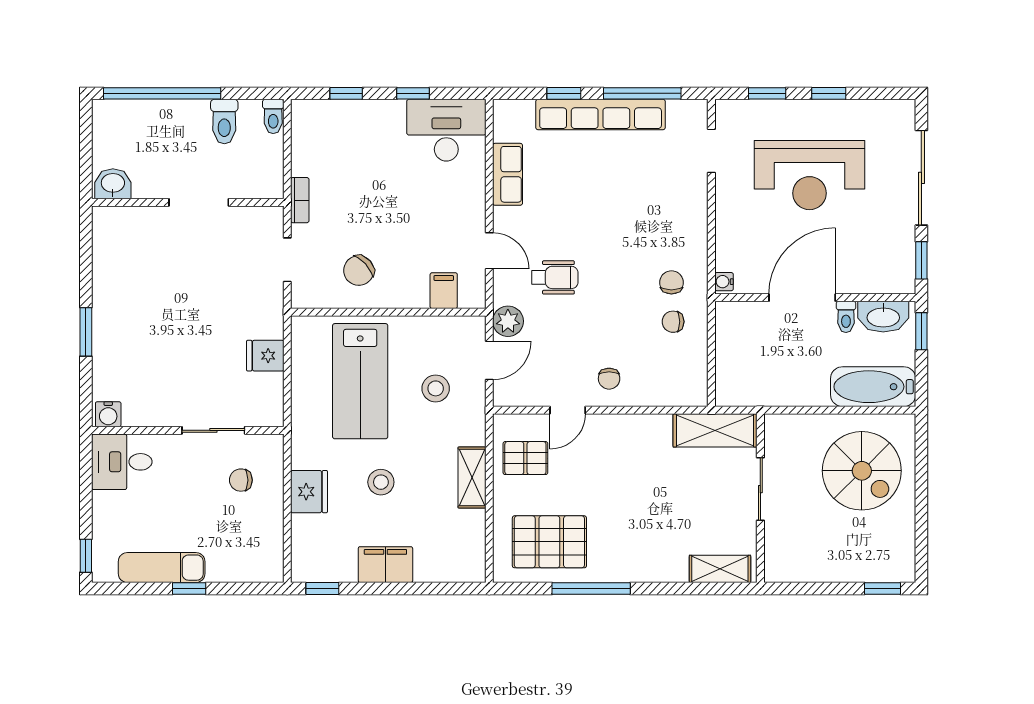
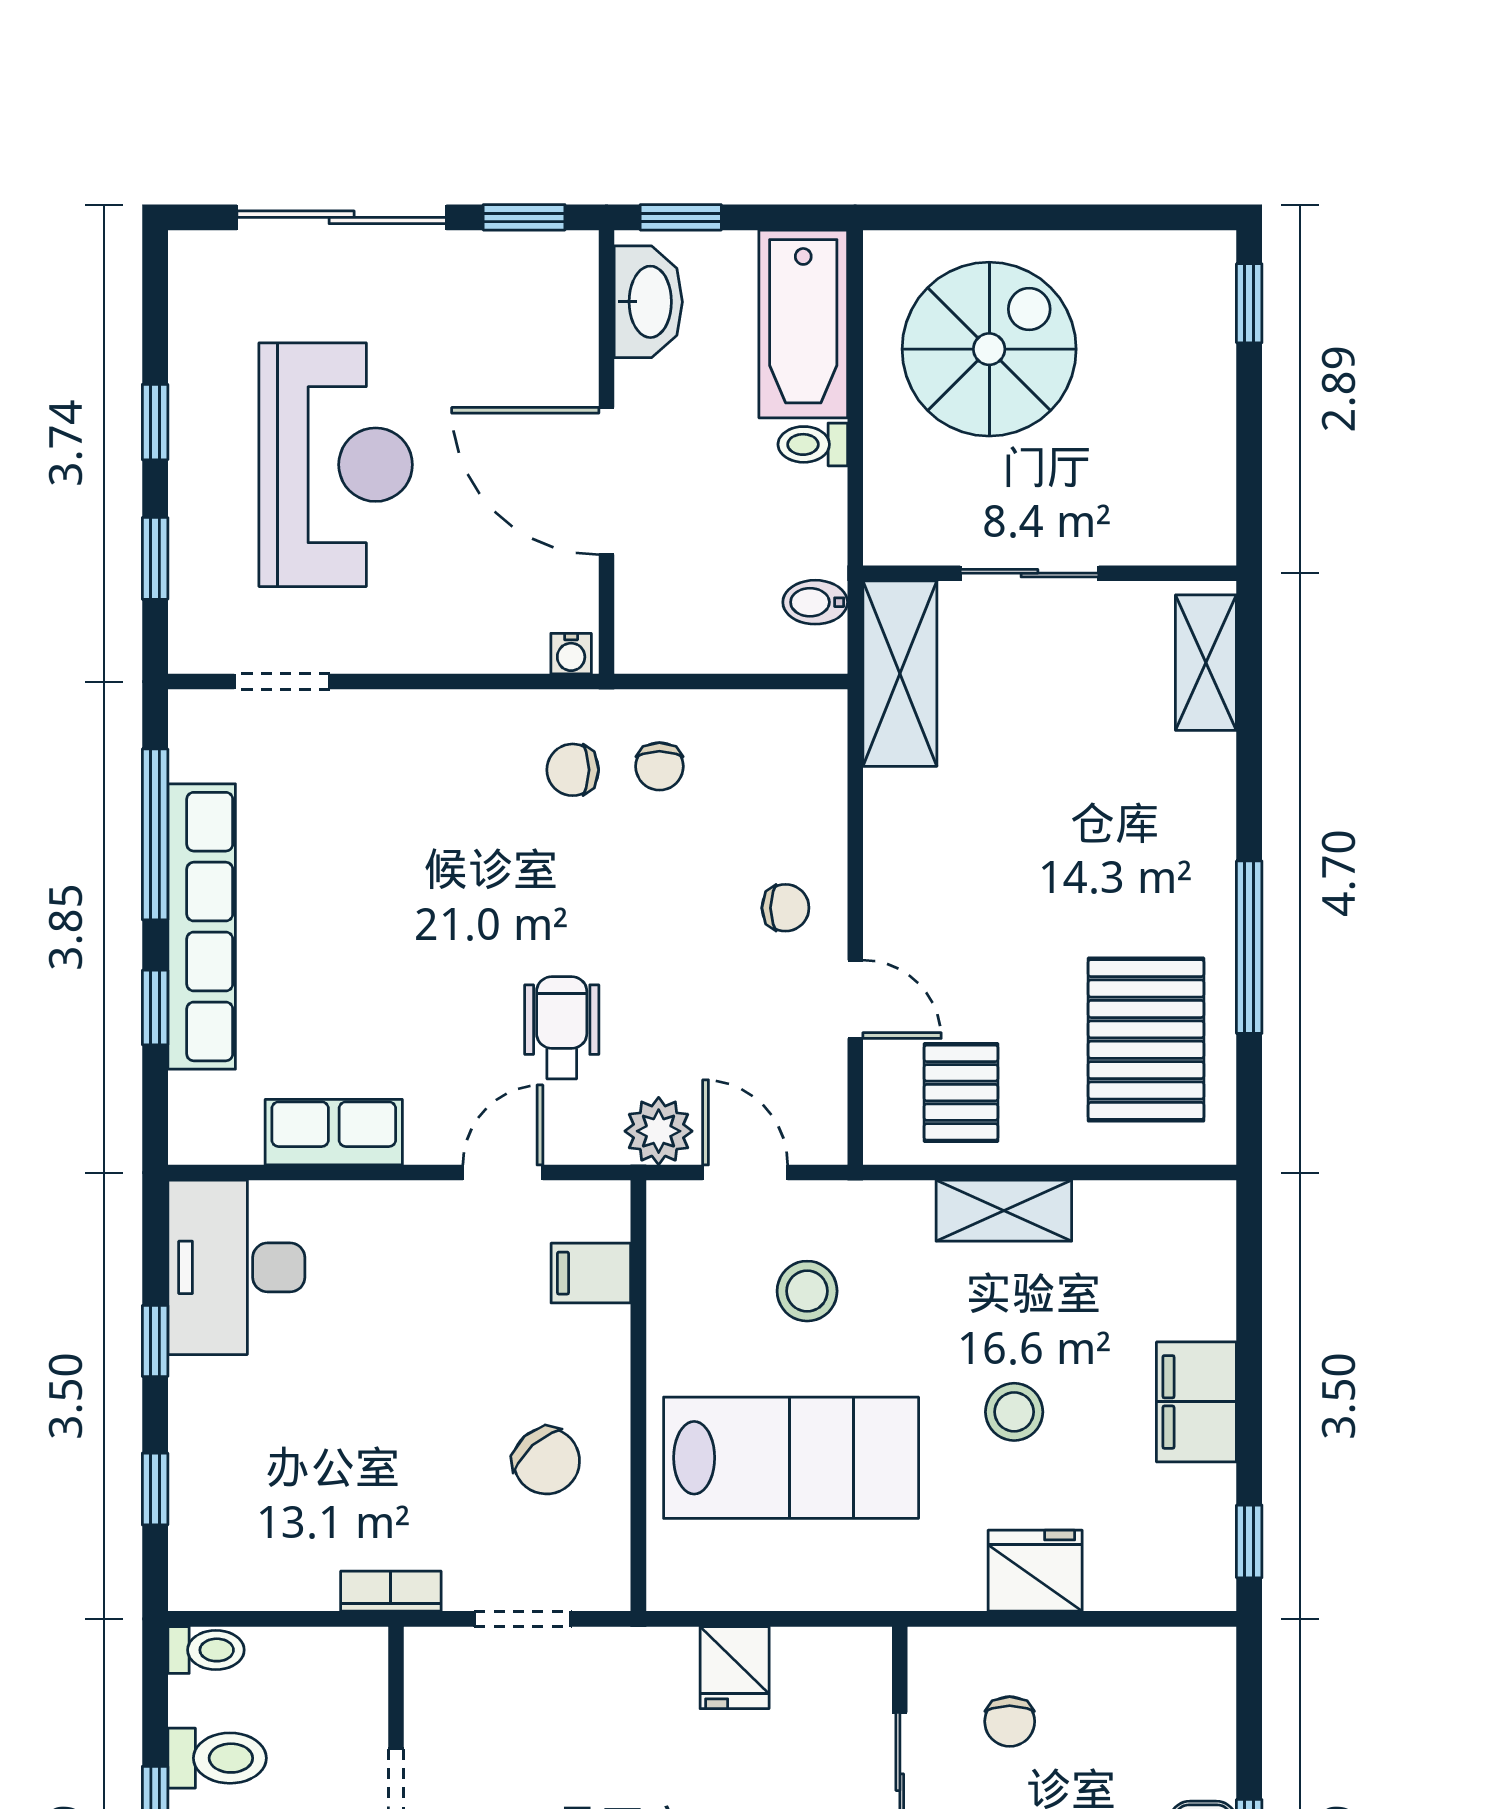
toilet: (846, 317) -> (813, 444), moved, turned 180
bidet: (747, 392) -> (815, 602), added

